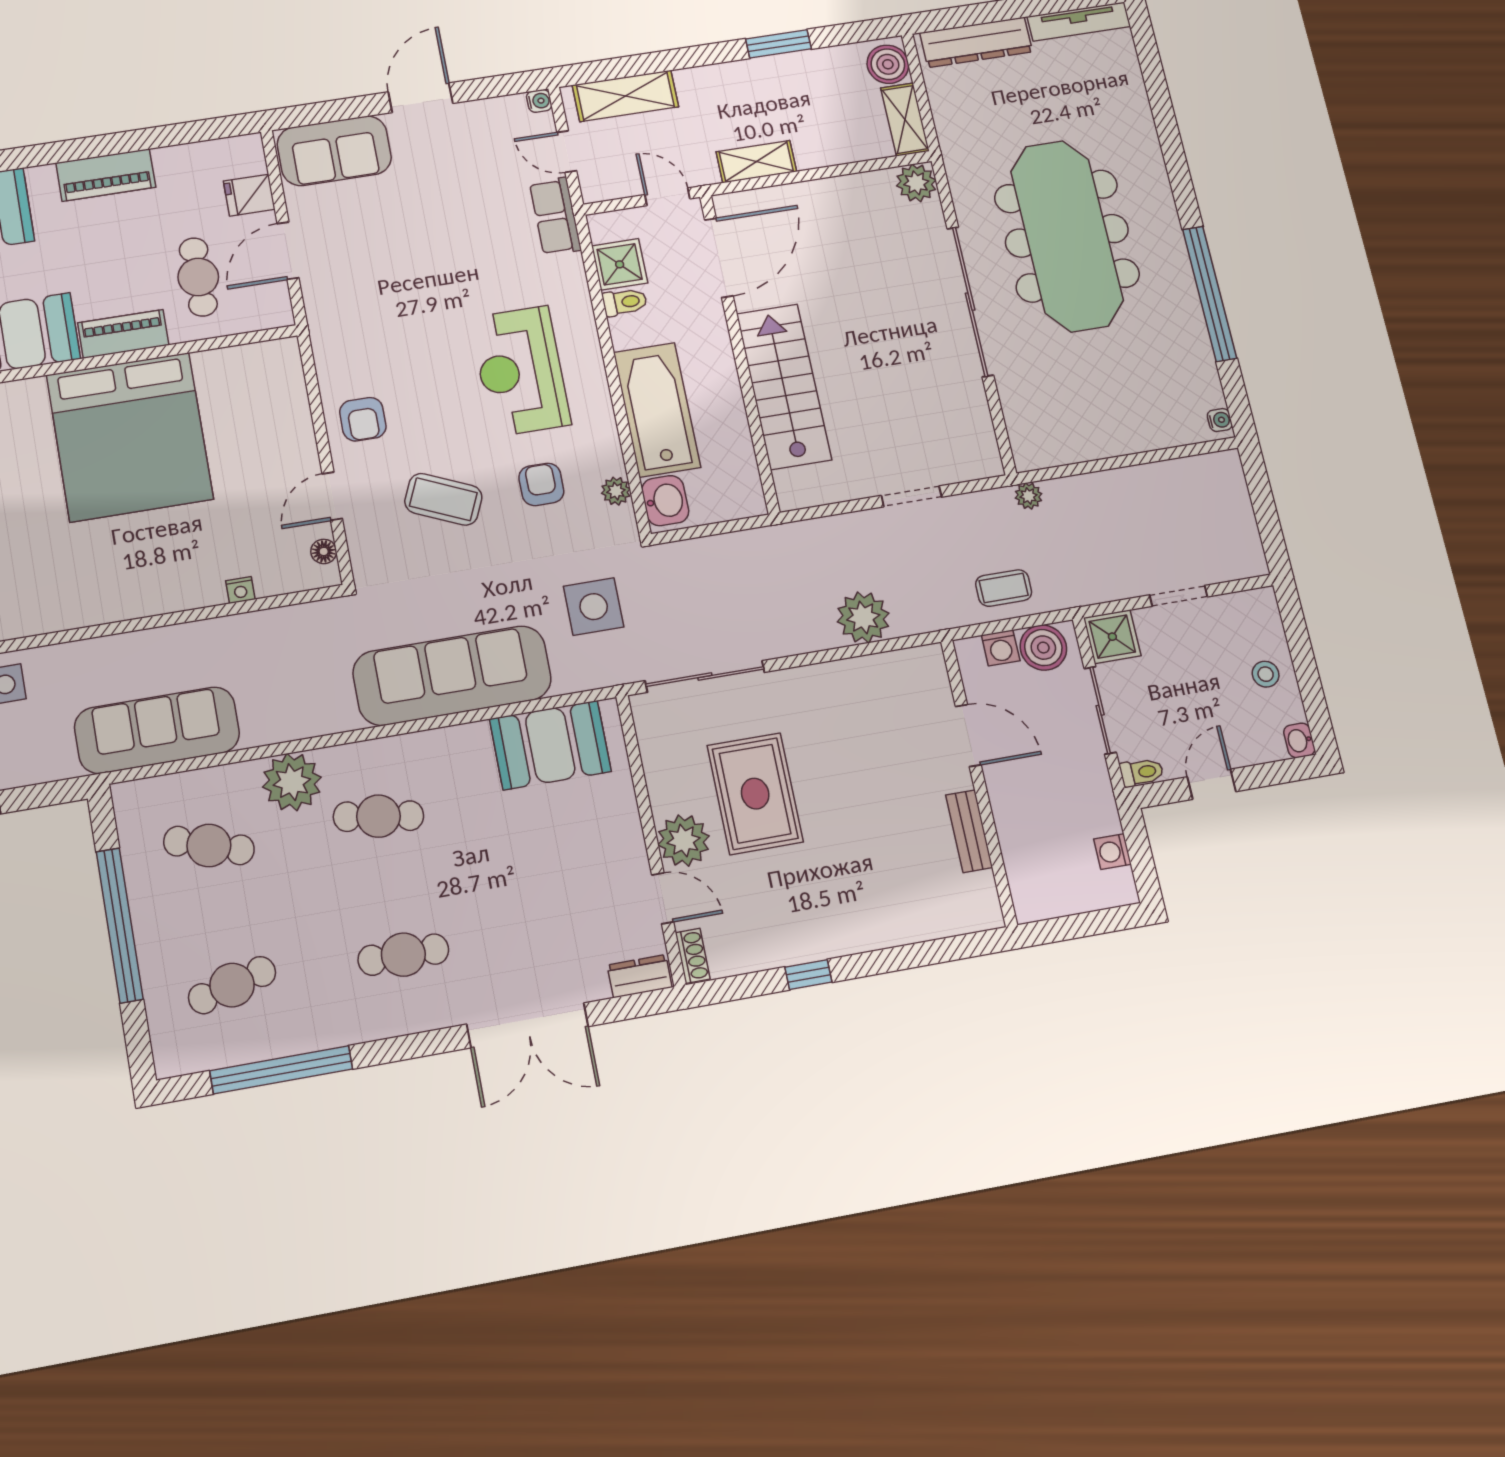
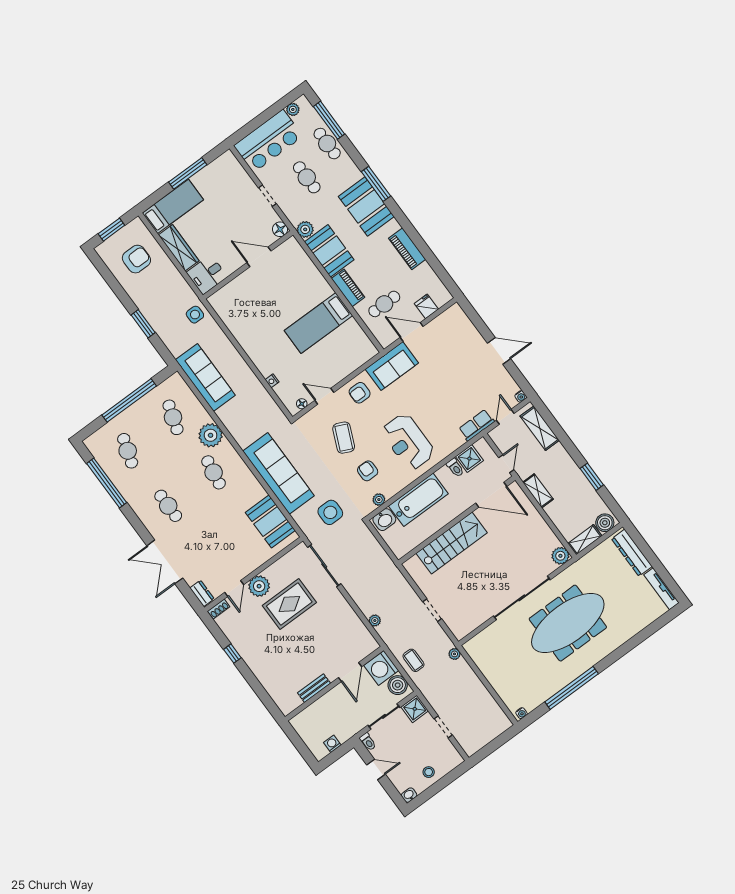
sofa: (334, 151) -> (392, 366), moved, turned -90
reception desk: (520, 371) -> (408, 442), turned -90
bed: (130, 437) -> (319, 323), width x0.49
armchair: (541, 484) -> (368, 471), turned -90
plant: (863, 617) -> (375, 621), width x0.53, depth x0.53
washing machine: (1001, 648) -> (381, 668), width x1.89, depth x1.89
cafe table: (232, 985) -> (128, 451), turned 33

